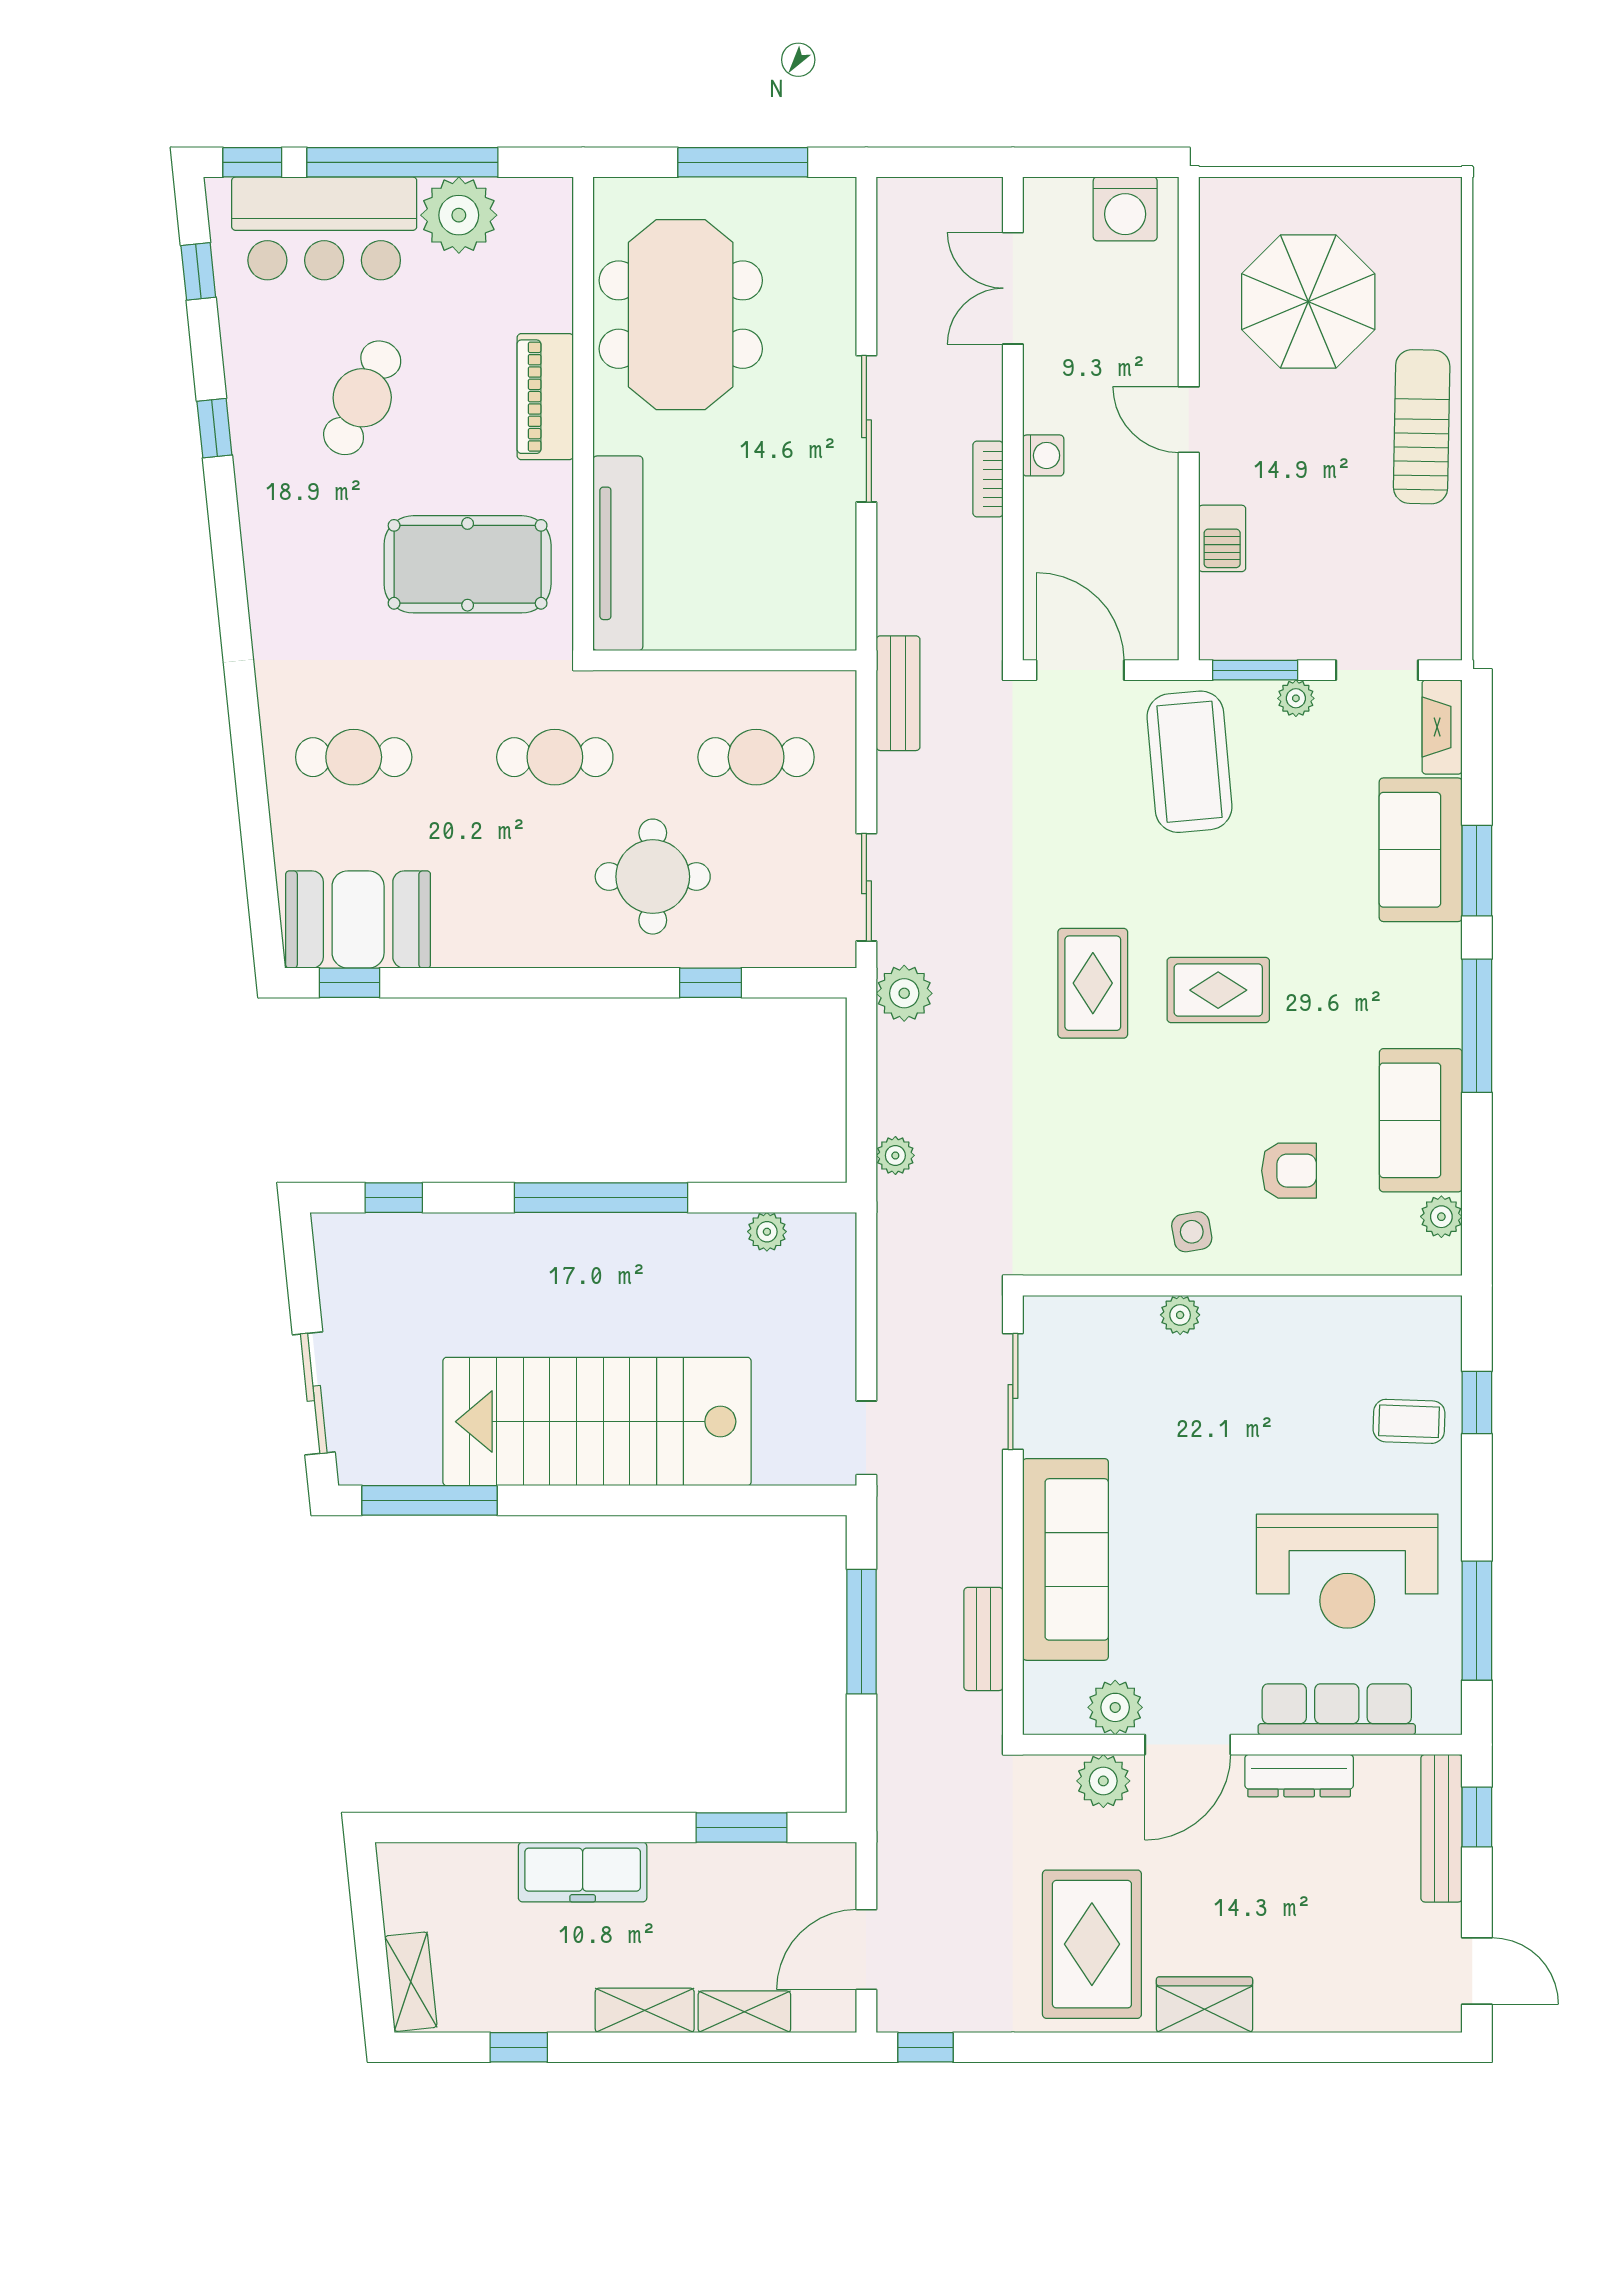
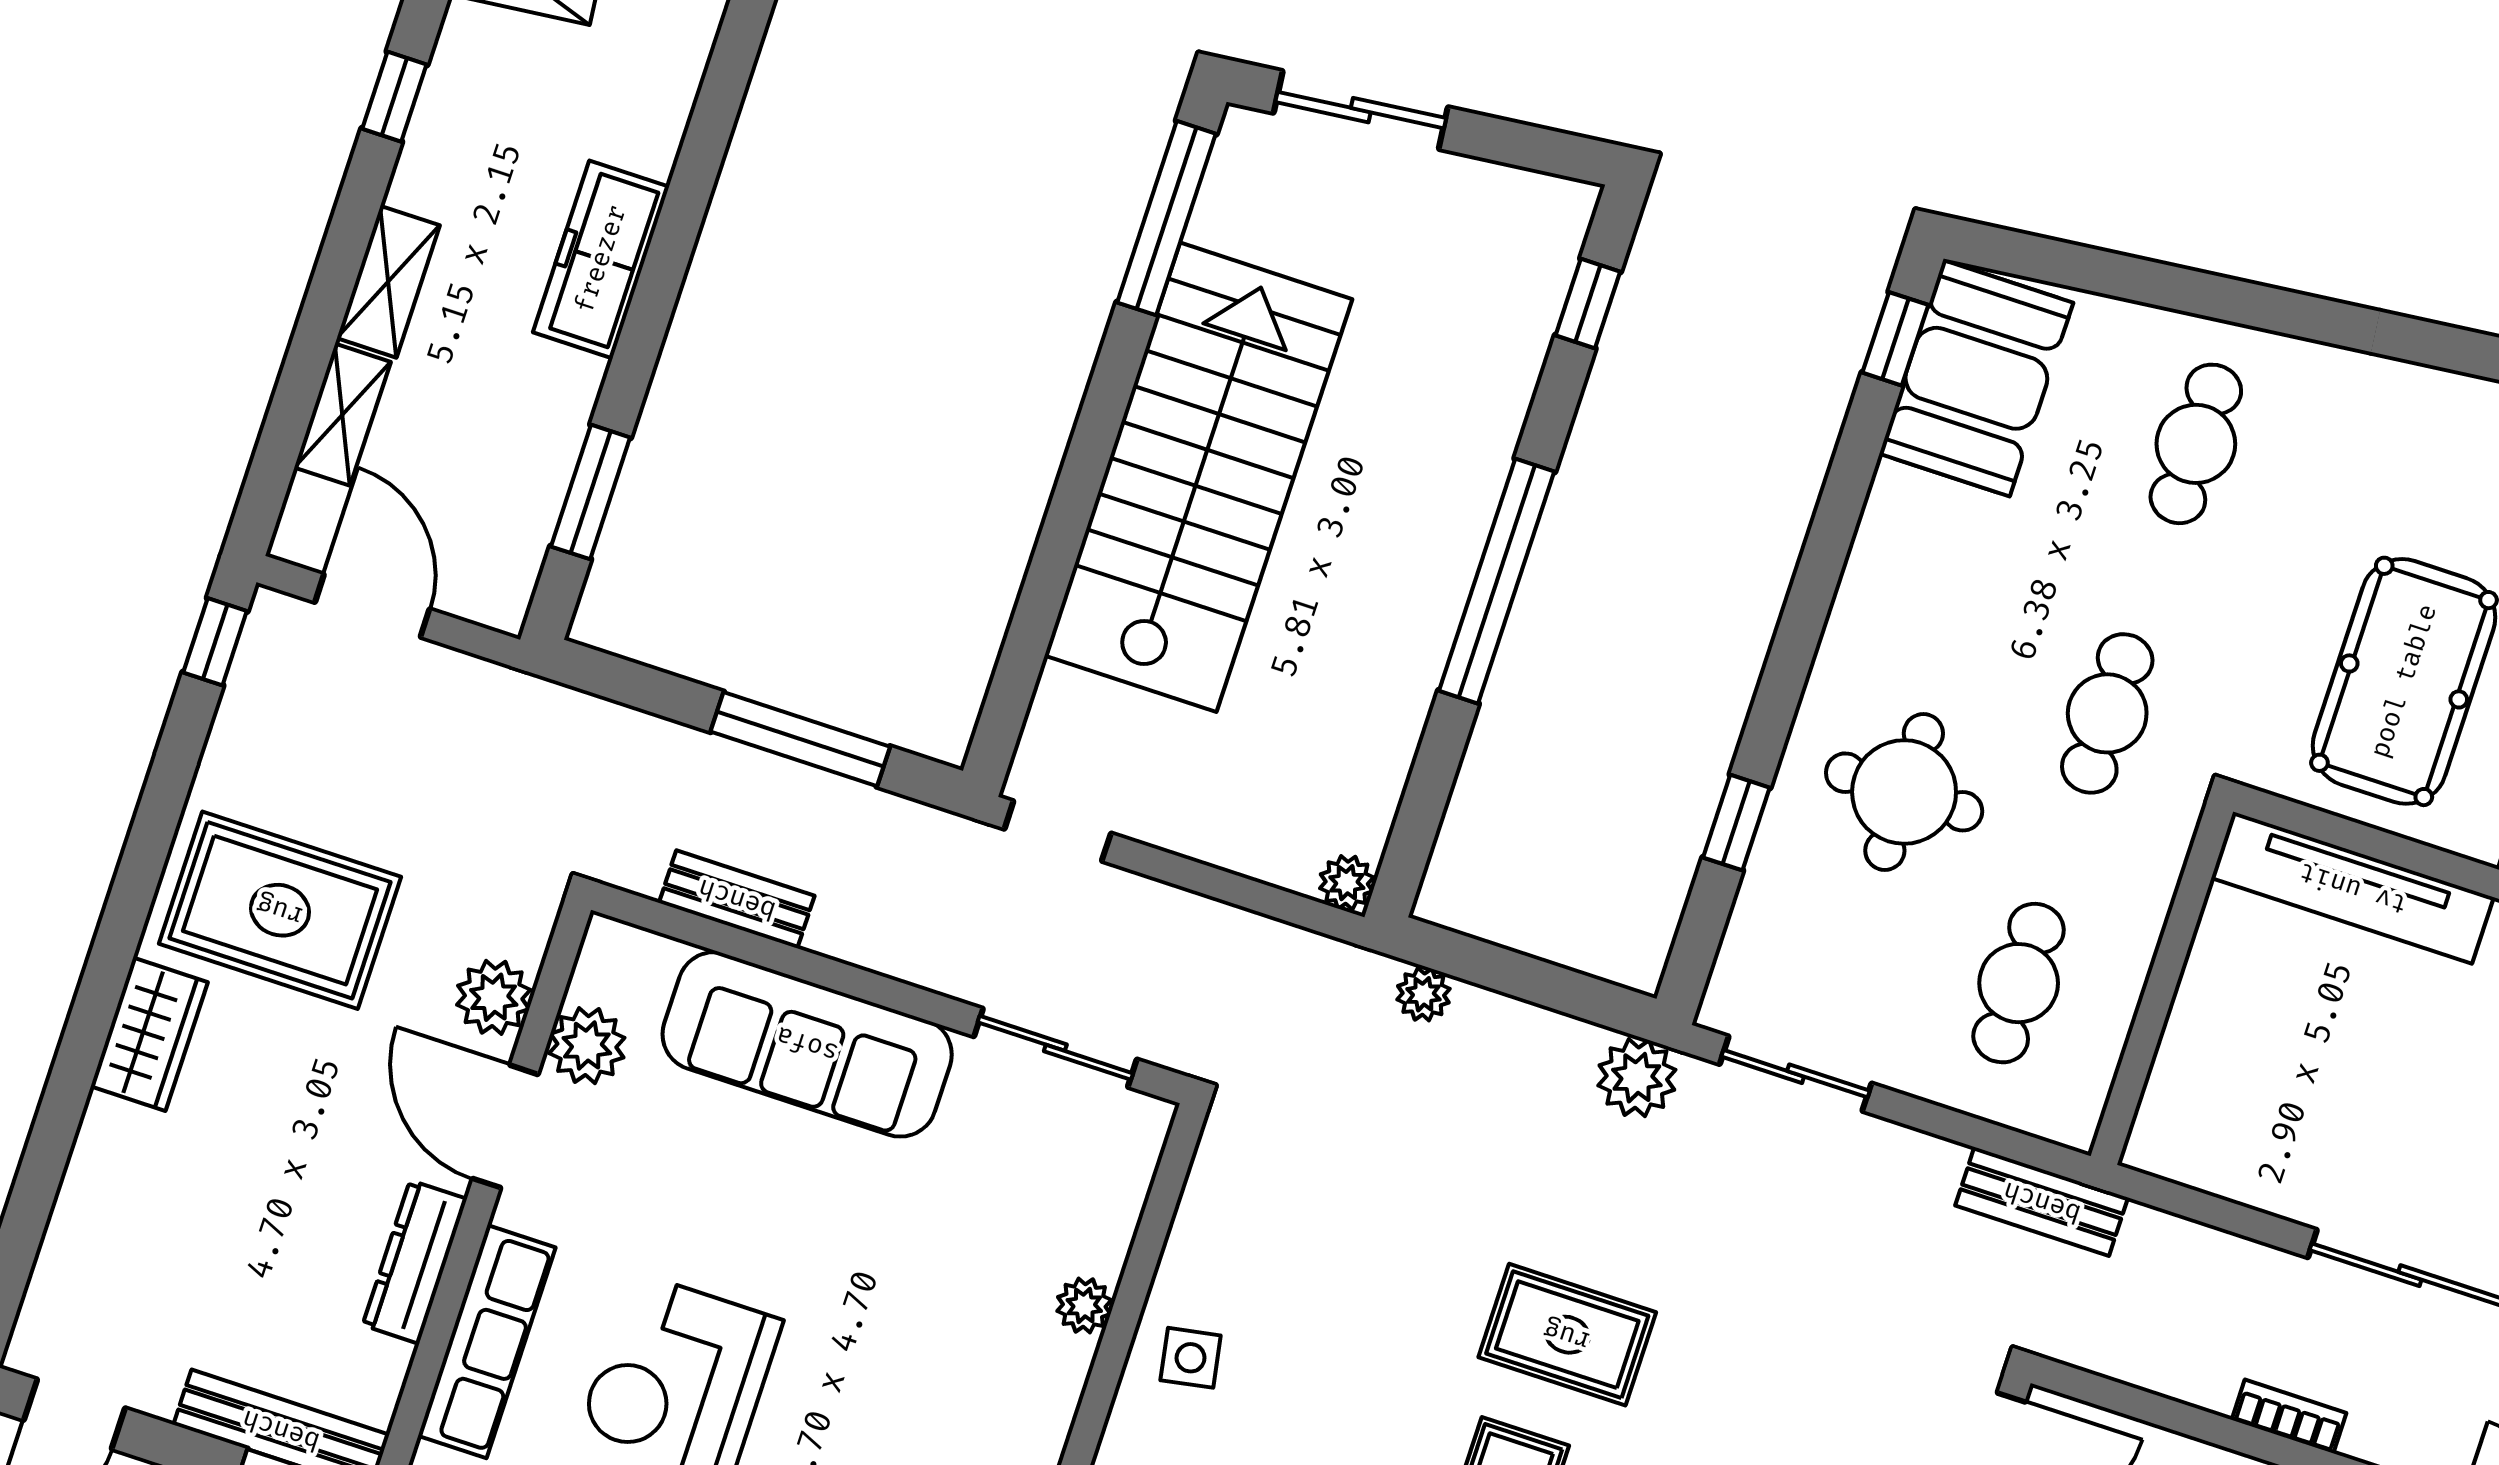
plant: (767, 1232) -> (1347, 883), moved

